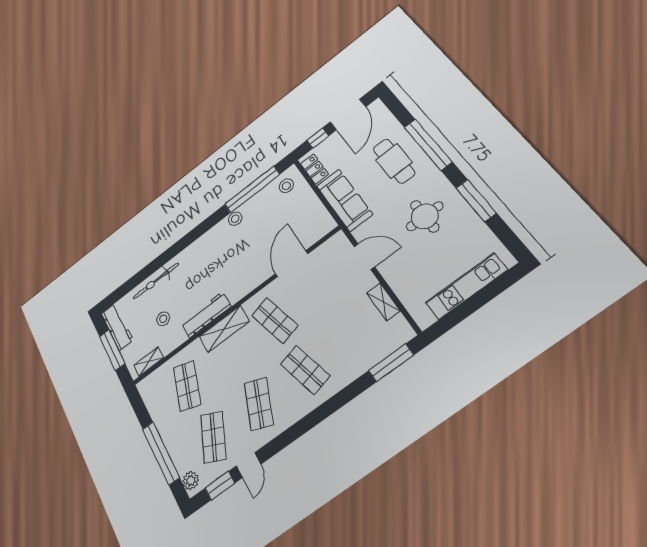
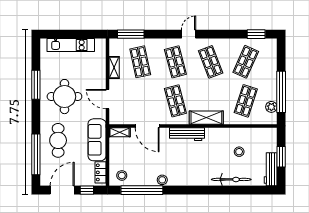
window: (428, 144) -> (36, 154), moved
round table: (425, 216) -> (64, 97), width x1.36, depth x1.36
door: (292, 264) -> (147, 126), hinge flipped
workbench: (206, 315) -> (187, 134), moved
shop shelf: (353, 335) -> (140, 62), added
window: (112, 350) -> (281, 157), width x0.69
shelving: (149, 362) -> (120, 132), moved
shop shelf: (259, 404) -> (211, 62), turned -42
window: (161, 453) -> (281, 92), moved
door: (249, 465) -> (189, 34), moved
plant: (191, 481) -> (271, 107), moved

